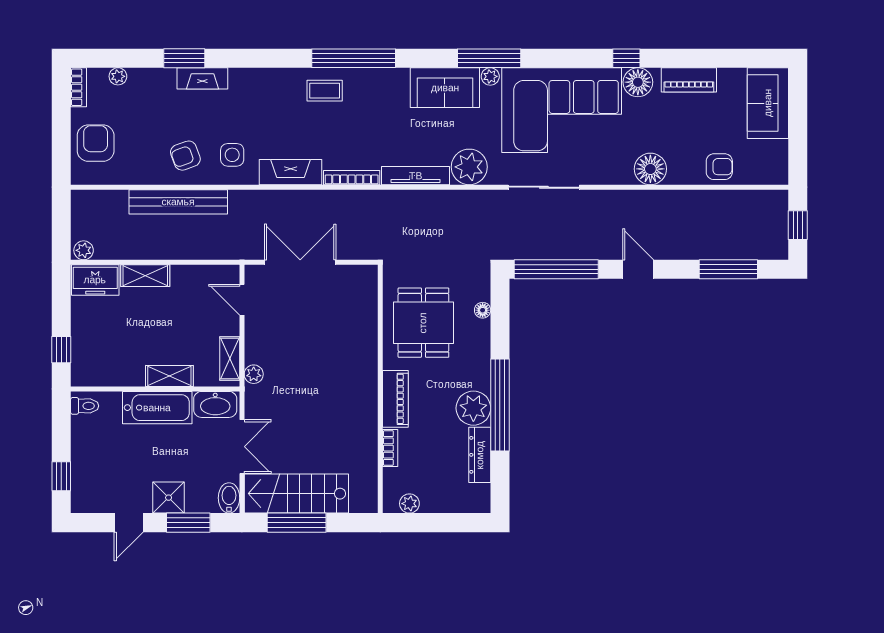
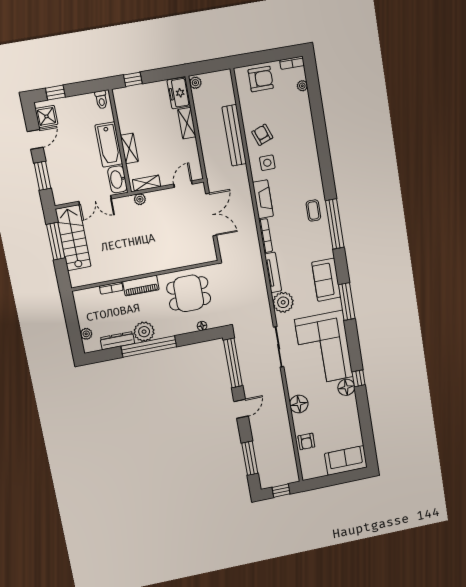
window: (184, 58) -> (319, 124), removed
plant: (490, 76) -> (337, 304), removed
fireplace: (202, 78) -> (309, 137), removed
piano: (689, 80) -> (352, 415), removed
shower: (169, 498) -> (46, 116), moved
bidet: (229, 498) -> (63, 198), removed
plant: (409, 504) -> (86, 334), moved
door: (129, 523) -> (35, 139), swing flipped

